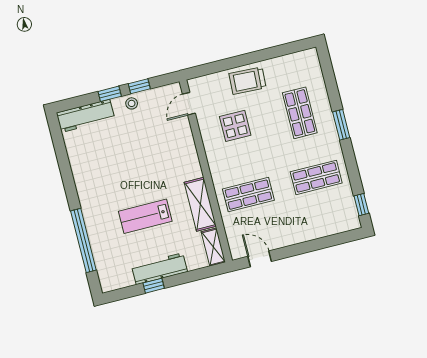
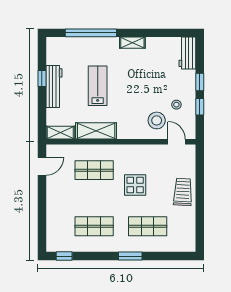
stool: (132, 103) -> (176, 105), moved
workbench: (86, 116) -> (187, 53), width x0.73
display table: (235, 126) -> (135, 185), moved
stool: (169, 134) -> (157, 120), added
shop shelf: (316, 177) -> (94, 226), turned 90
shelving: (83, 187) -> (132, 43), added
shop shelf: (248, 195) -> (94, 170), turned 90

